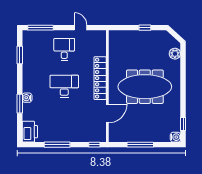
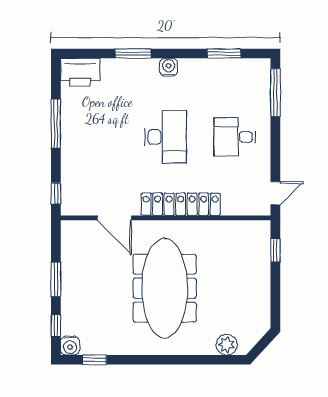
door: (81, 28) -> (275, 193), moved
window: (145, 28) -> (275, 251), moved
desk: (64, 49) -> (235, 137), turned 180
water cooler: (27, 98) -> (169, 67), moved
window: (140, 145) -> (56, 279), width x0.69
window: (165, 145) -> (56, 326), added

